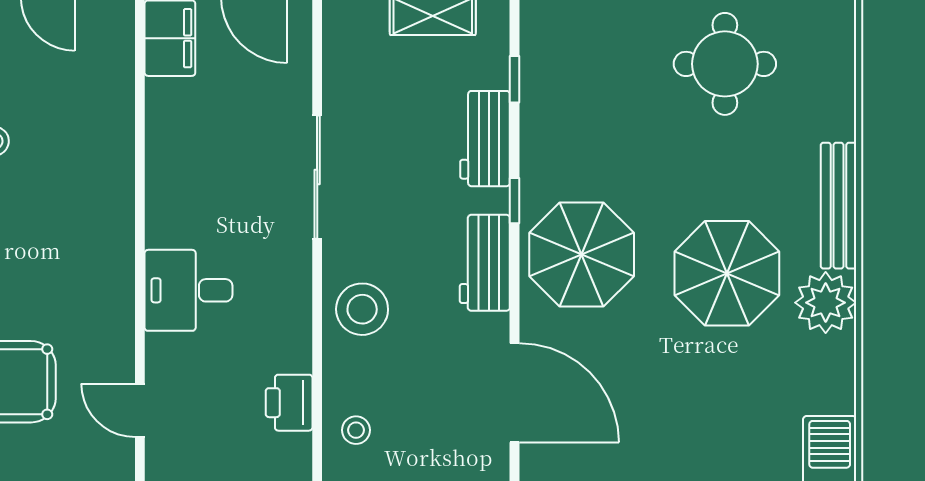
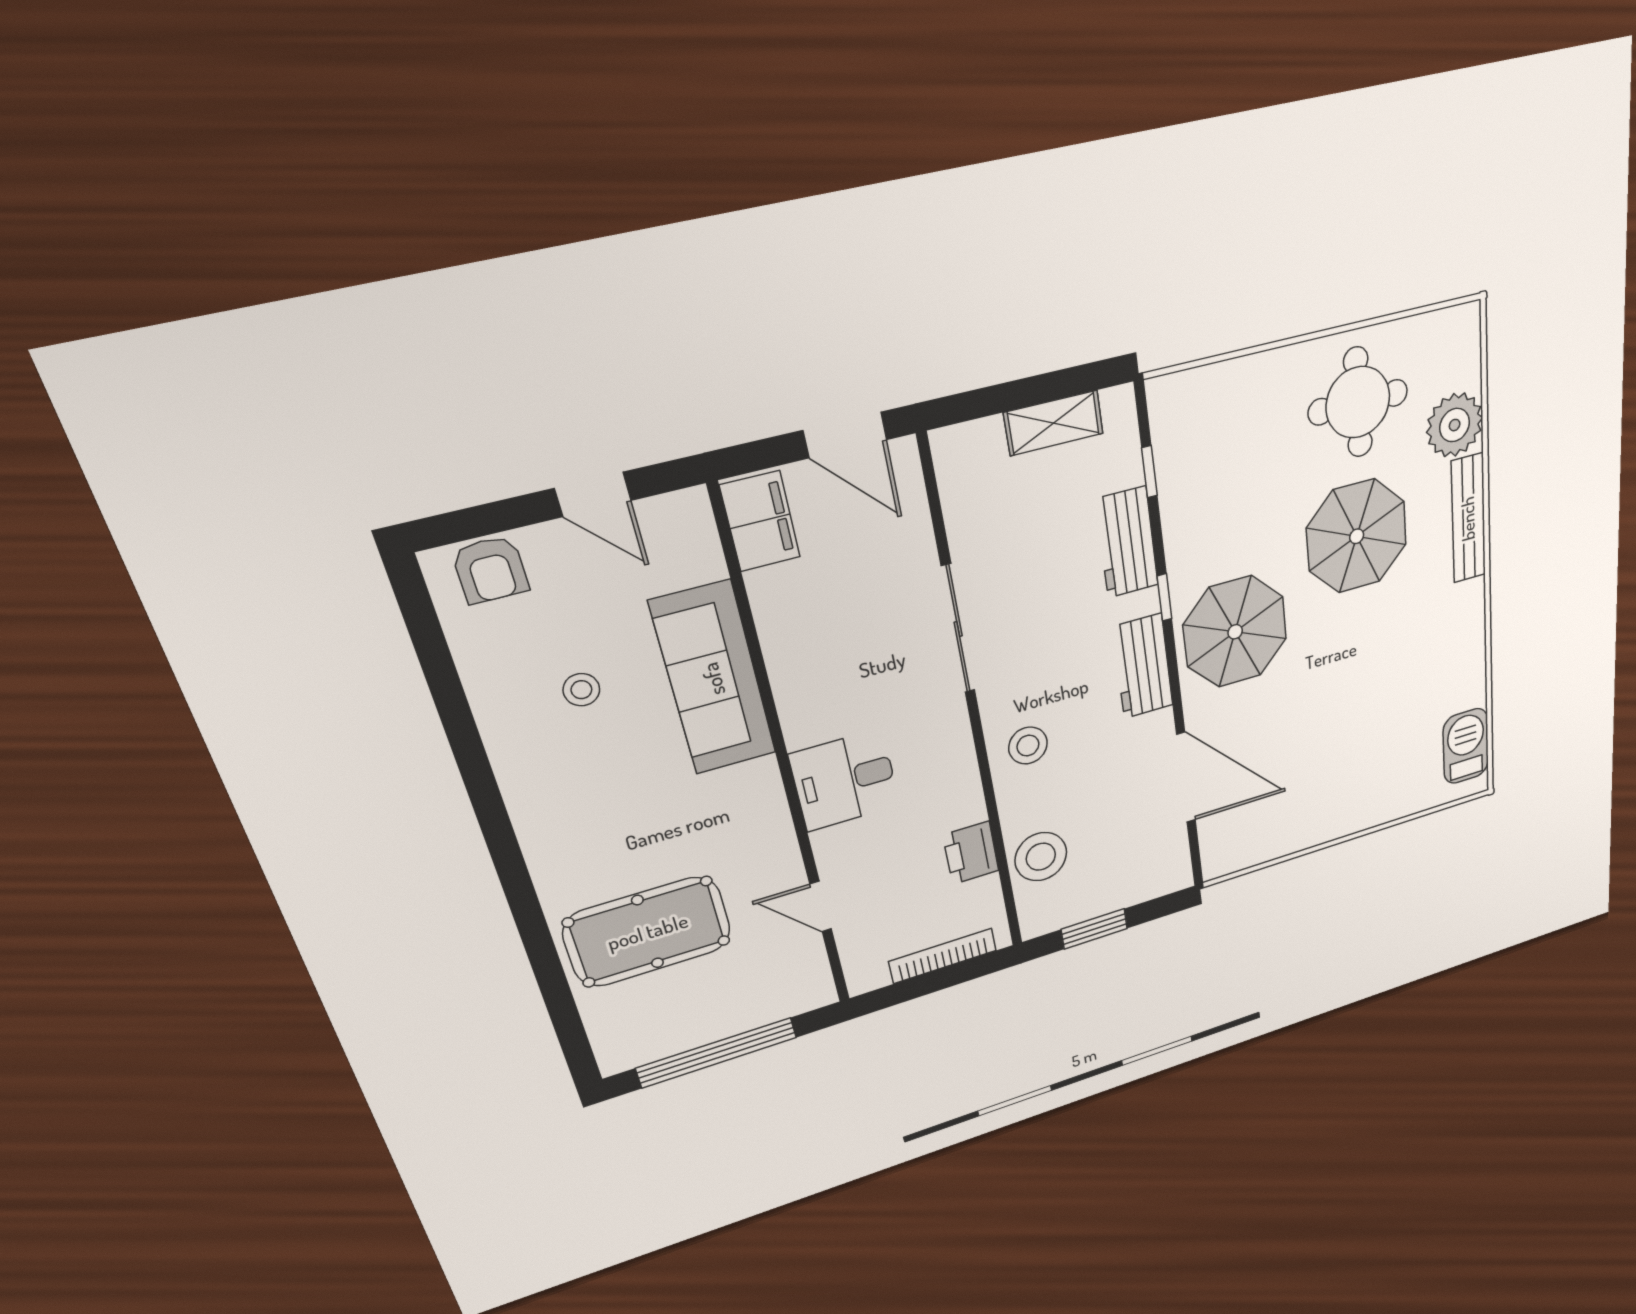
sofa: (100, 162) -> (713, 679), added
parasol: (727, 273) -> (1357, 536), moved
plant: (826, 303) -> (1455, 425), moved
stool: (362, 309) -> (1028, 746), width x0.73, depth x0.73
stool: (356, 430) -> (1041, 857), width x1.89, depth x1.89

